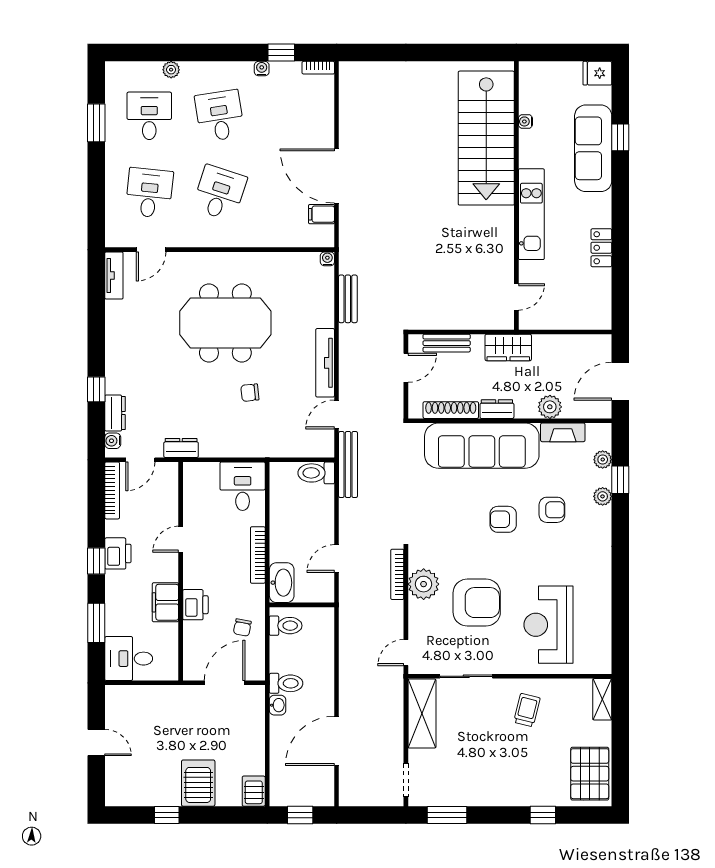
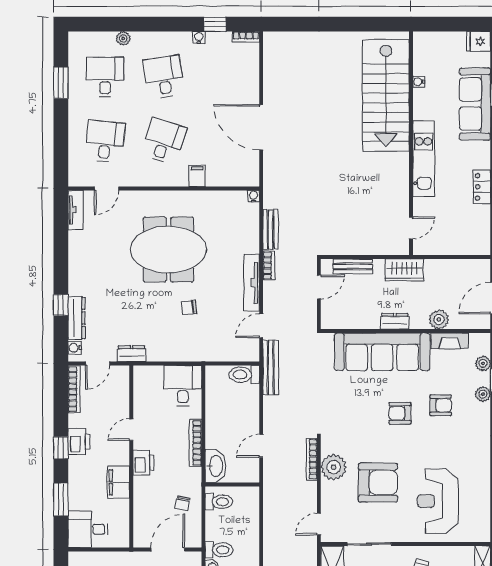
filing cabinet: (321, 214) -> (197, 176), moved, turned 90
bookcase: (346, 342) -> (269, 265), added
shoe rack: (451, 410) -> (356, 322), removed
dresser: (115, 413) -> (77, 318), width x1.44
printer: (195, 605) -> (144, 463), moved

